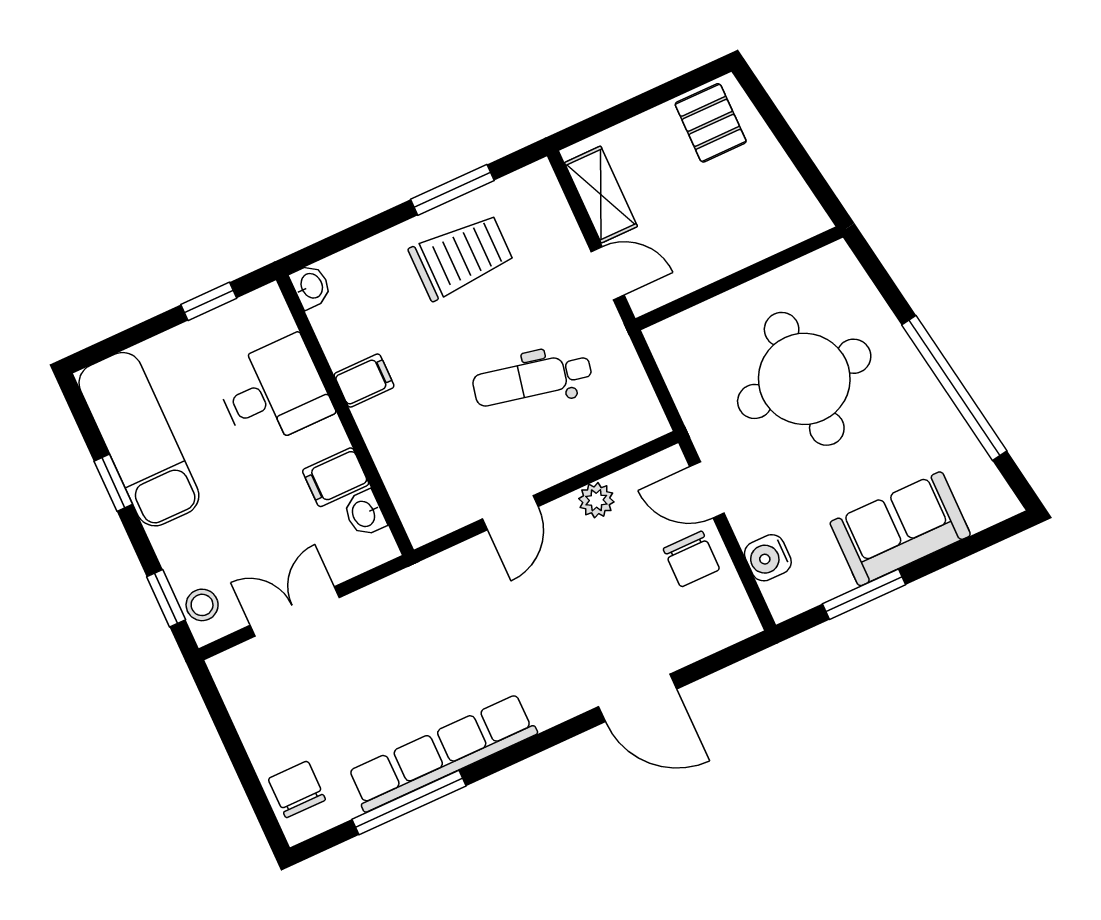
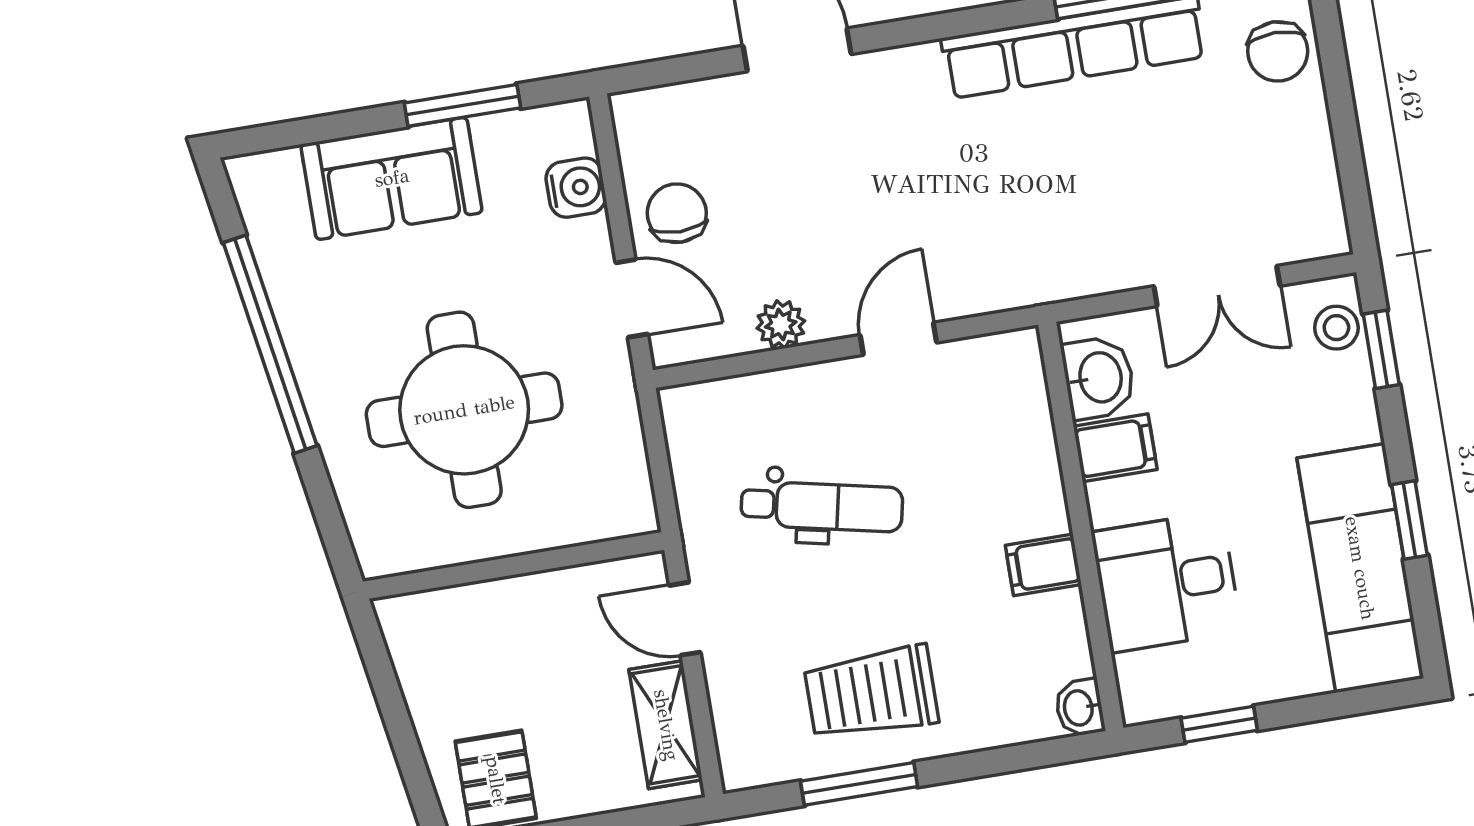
washbasin: (364, 513) -> (1099, 378), width x1.38, depth x1.45

